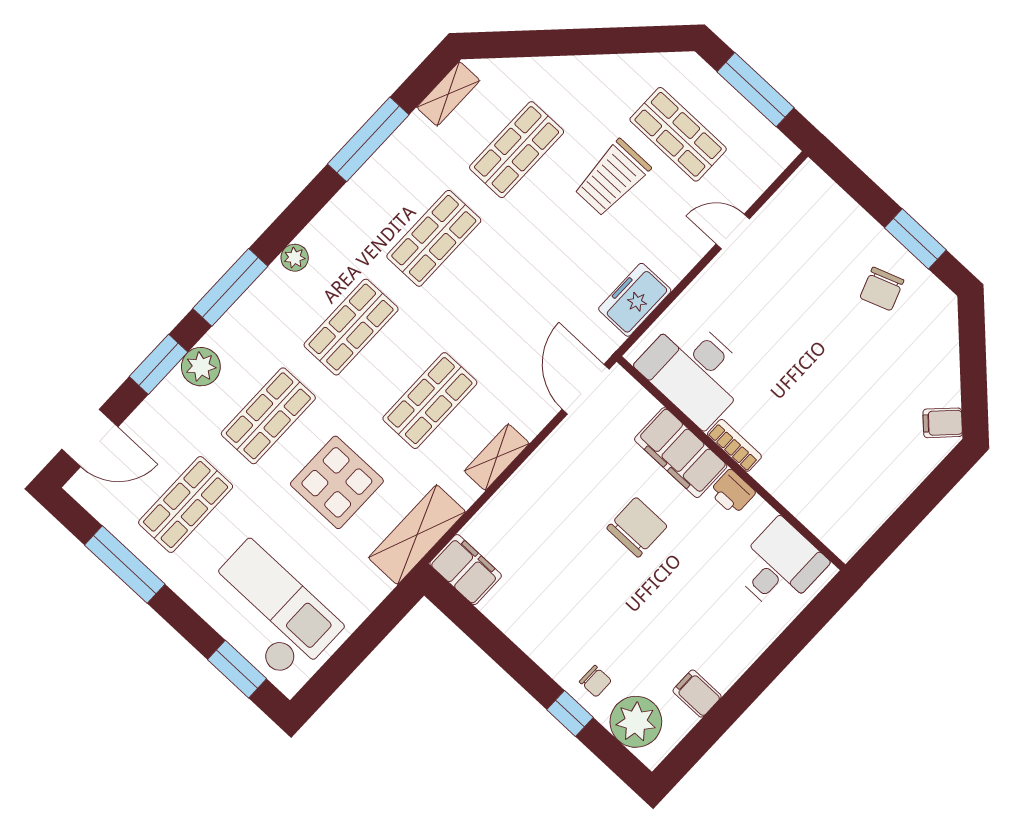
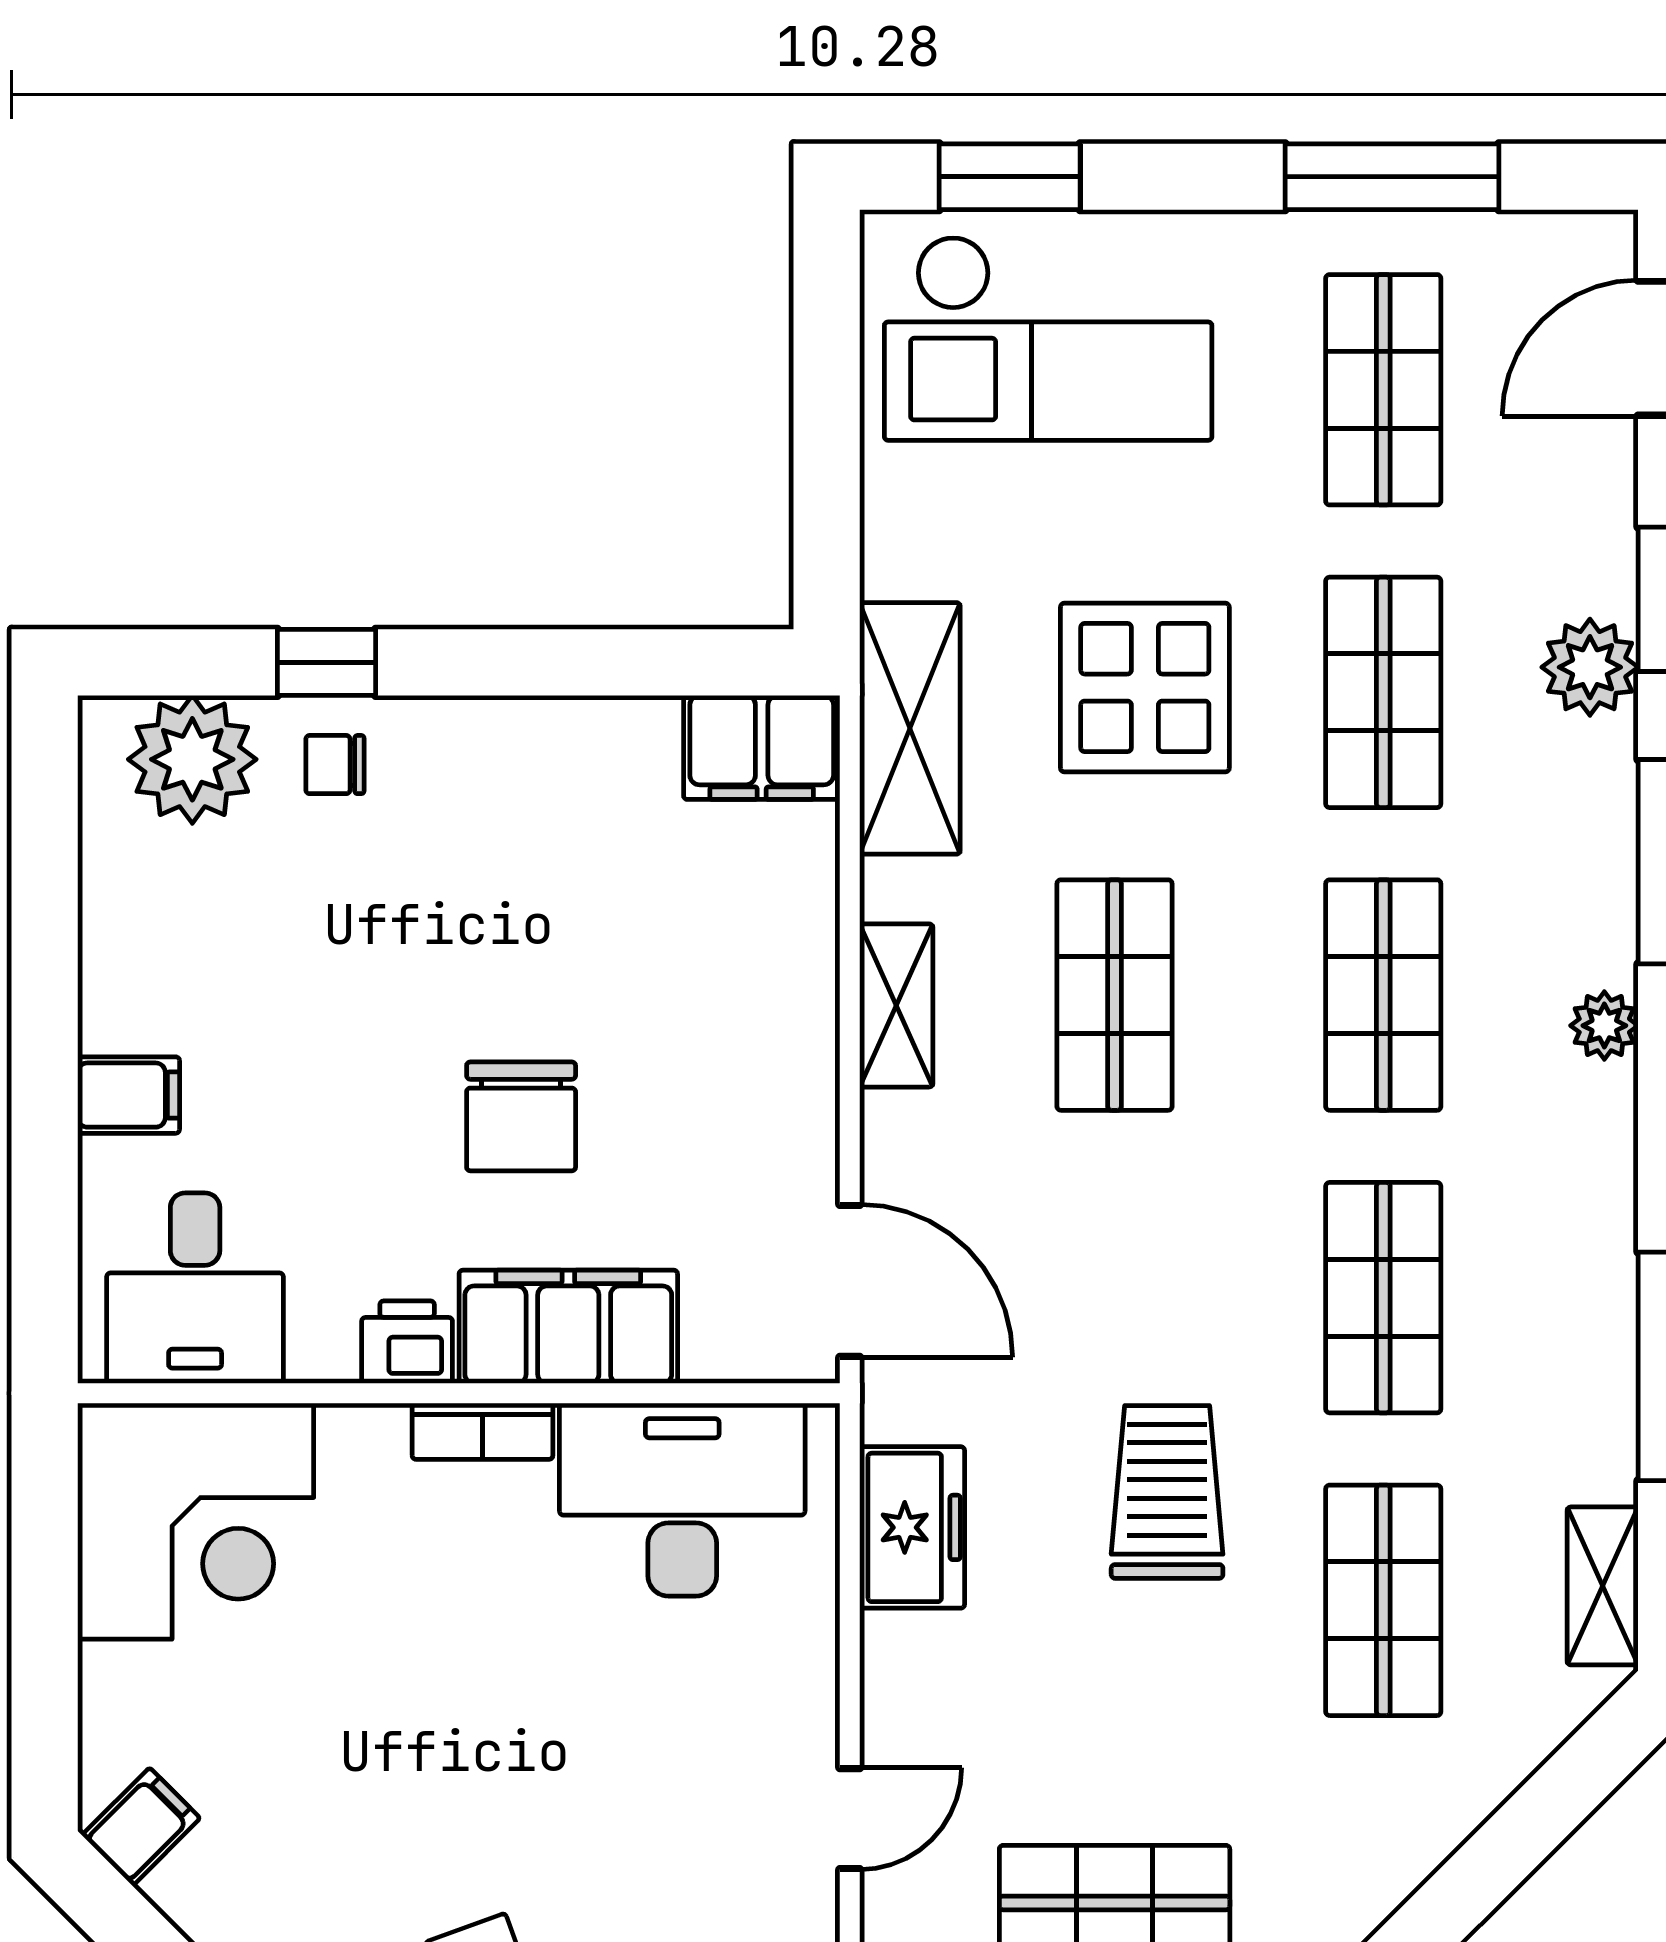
trolley: (612, 178) -> (1167, 1492), moved
corner desk: (843, 497) -> (196, 1521), added
filing cabinet: (697, 694) -> (129, 1095), moved

